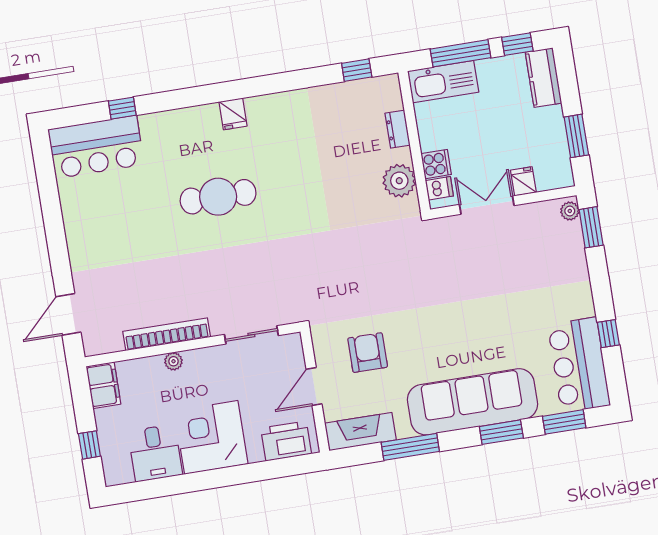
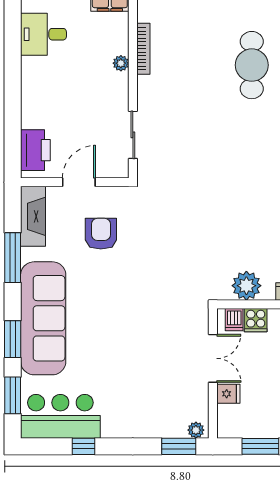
cafe table: (218, 197) -> (252, 65), moved
bookcase: (167, 334) -> (143, 49), width x0.68, depth x0.76
armchair: (368, 353) -> (101, 234), turned -90
door: (314, 387) -> (79, 182), hinge flipped
corner desk: (211, 437) -> (49, 85), removed

